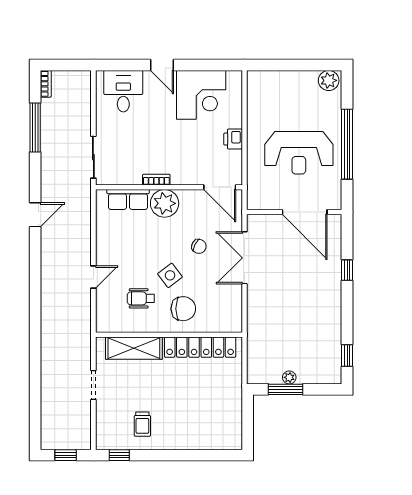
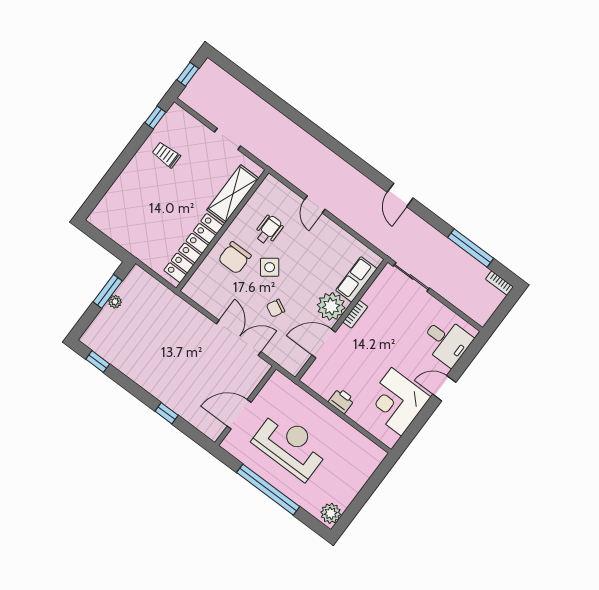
reception desk: (299, 153) -> (290, 445), turned 90
door: (220, 187) -> (324, 344), moved
door: (305, 212) -> (239, 414), width x0.73

